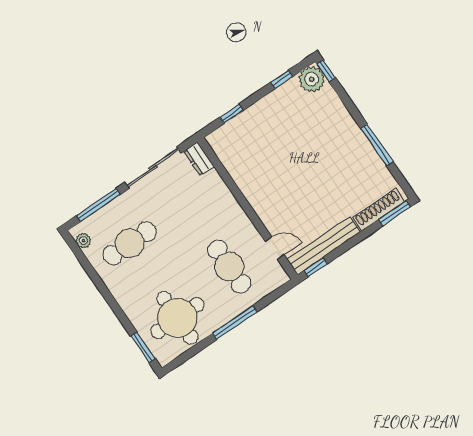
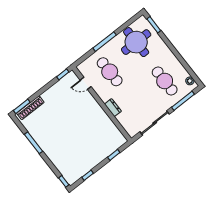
plant: (312, 79) -> (71, 176), removed
dresser: (199, 159) -> (113, 108), moved
cafe table: (130, 243) -> (165, 81), turned 90
bench: (324, 246) -> (59, 86), removed

